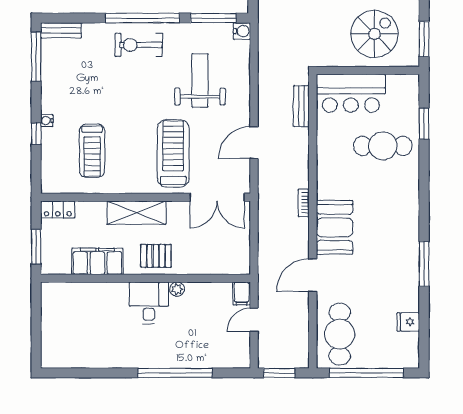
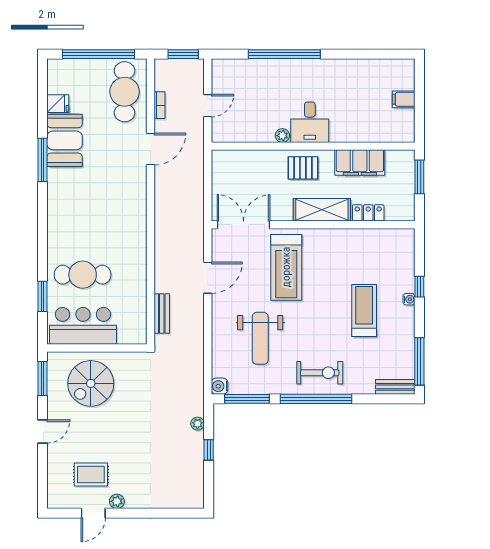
bar counter: (351, 93) -> (83, 326), moved
treadmill: (92, 151) -> (364, 310), moved
bookcase: (304, 203) -> (160, 105), moved
locker: (58, 210) -> (368, 213), moved
booth: (335, 227) -> (65, 140), moved
filing cabinet: (242, 293) -> (404, 99), moved, turned -90

